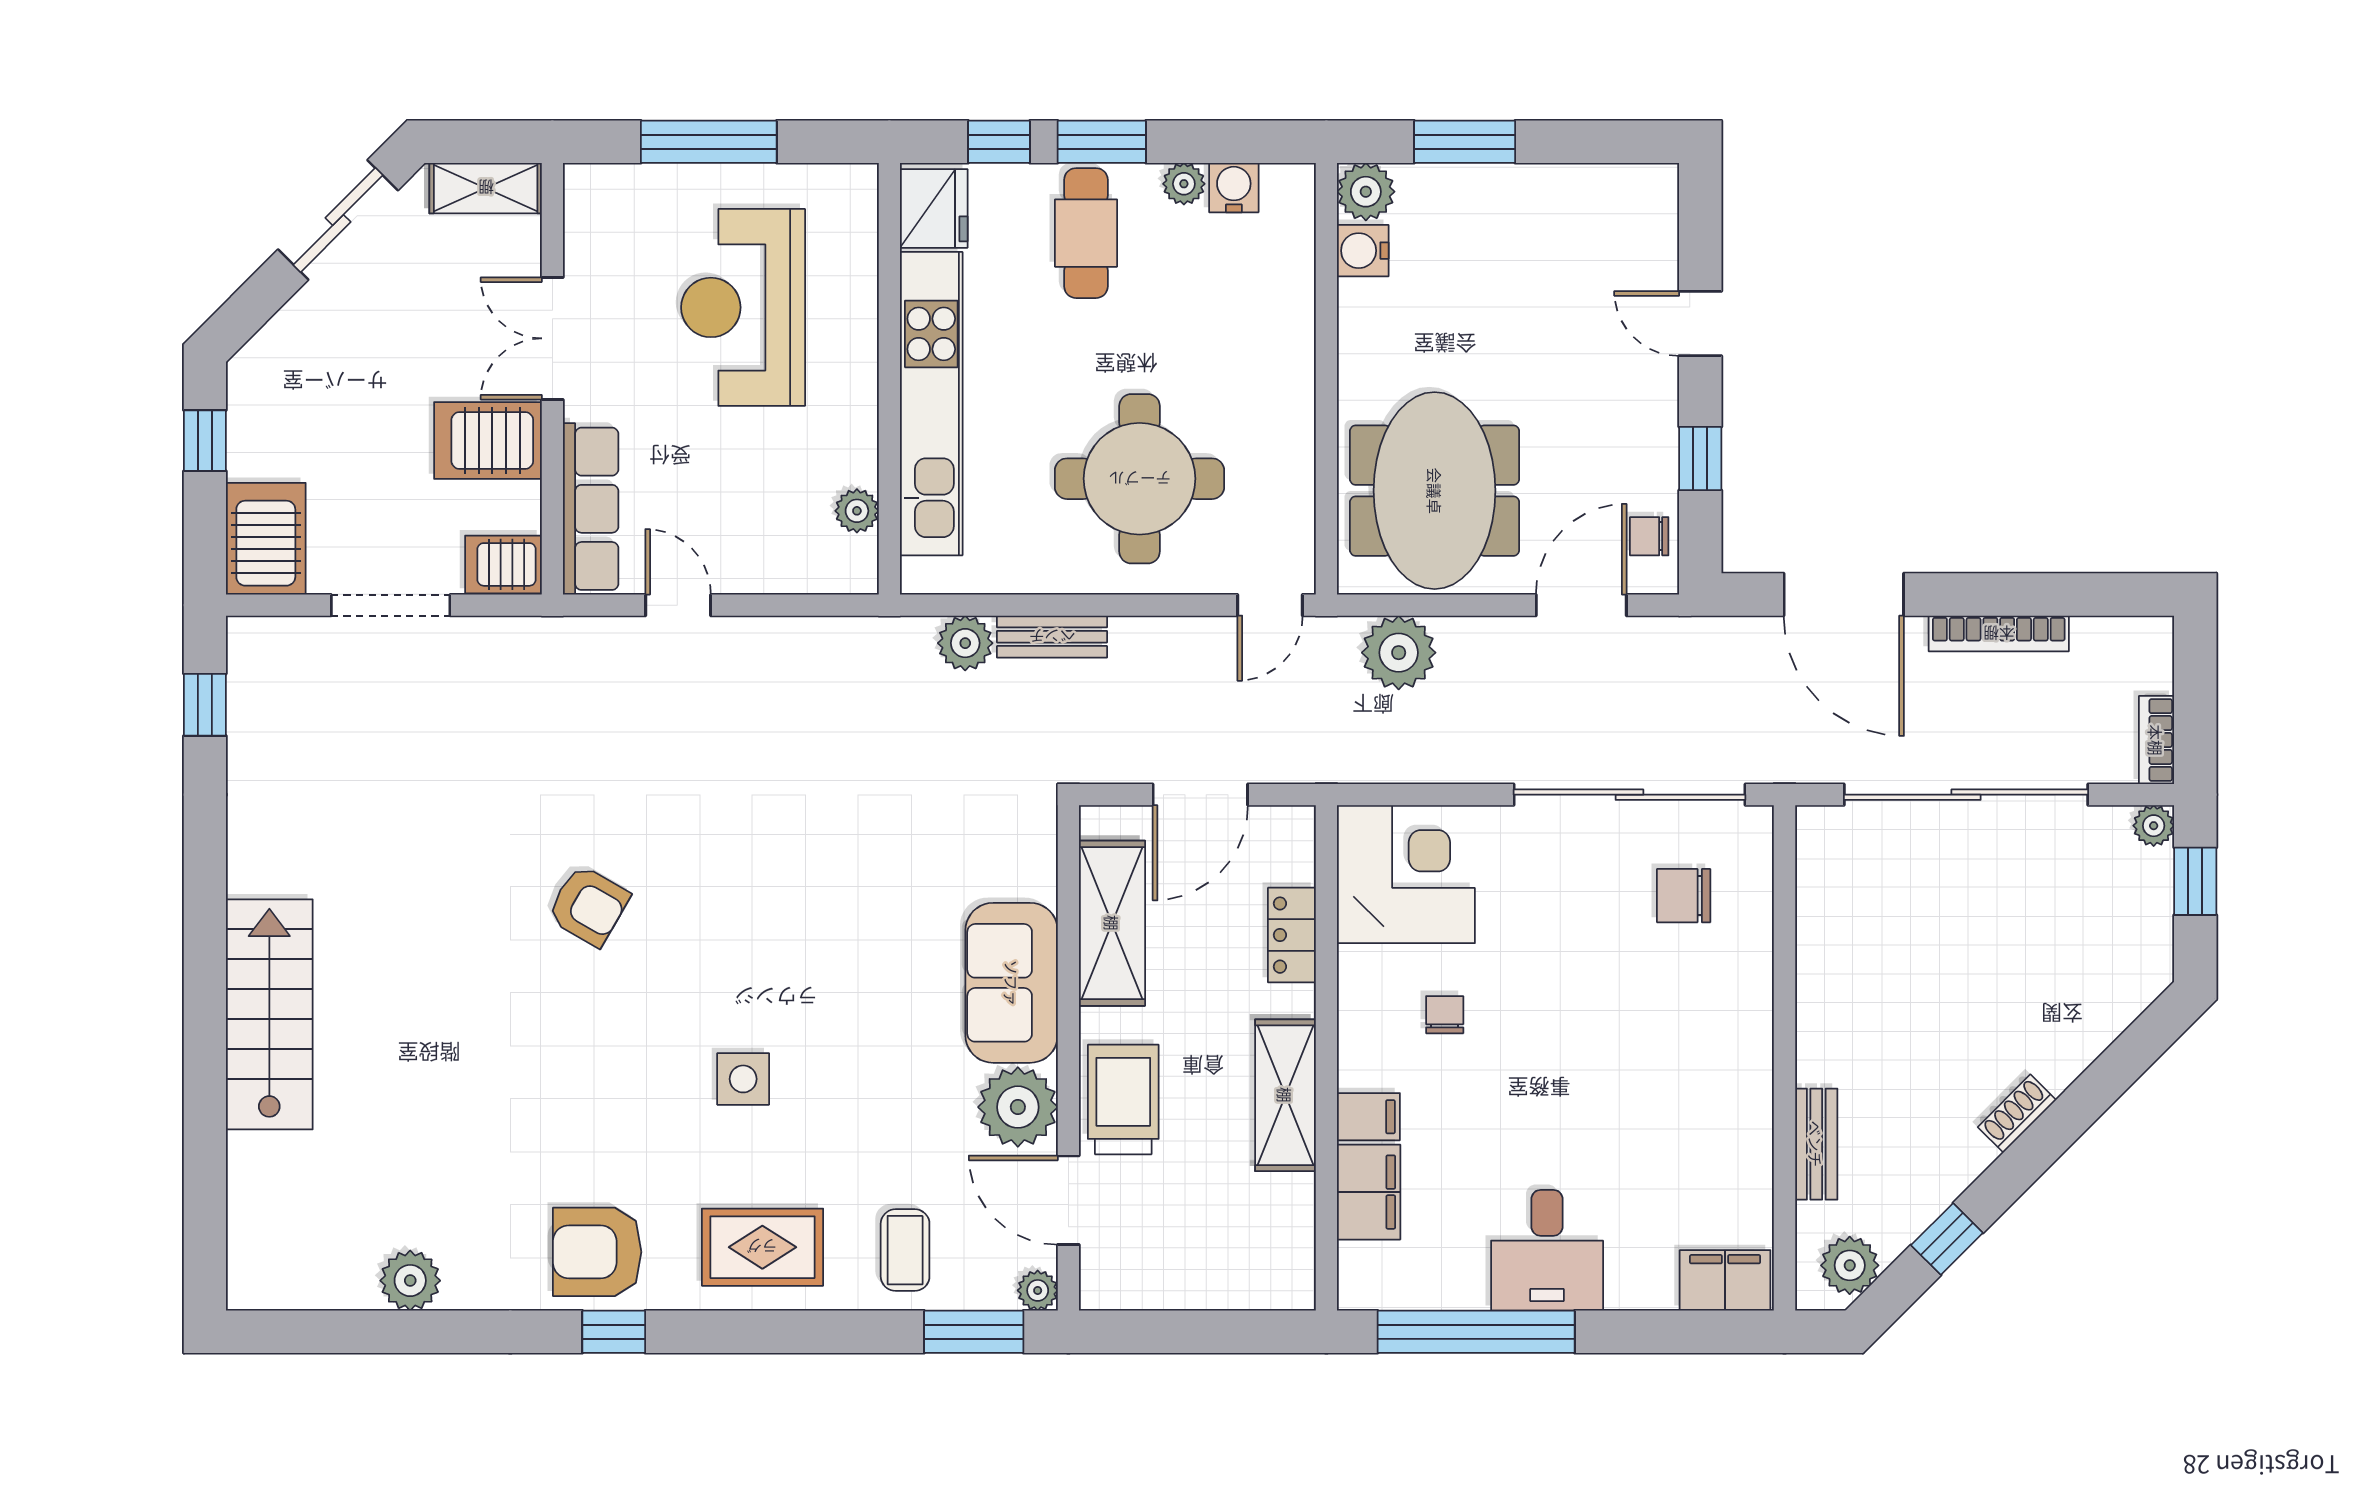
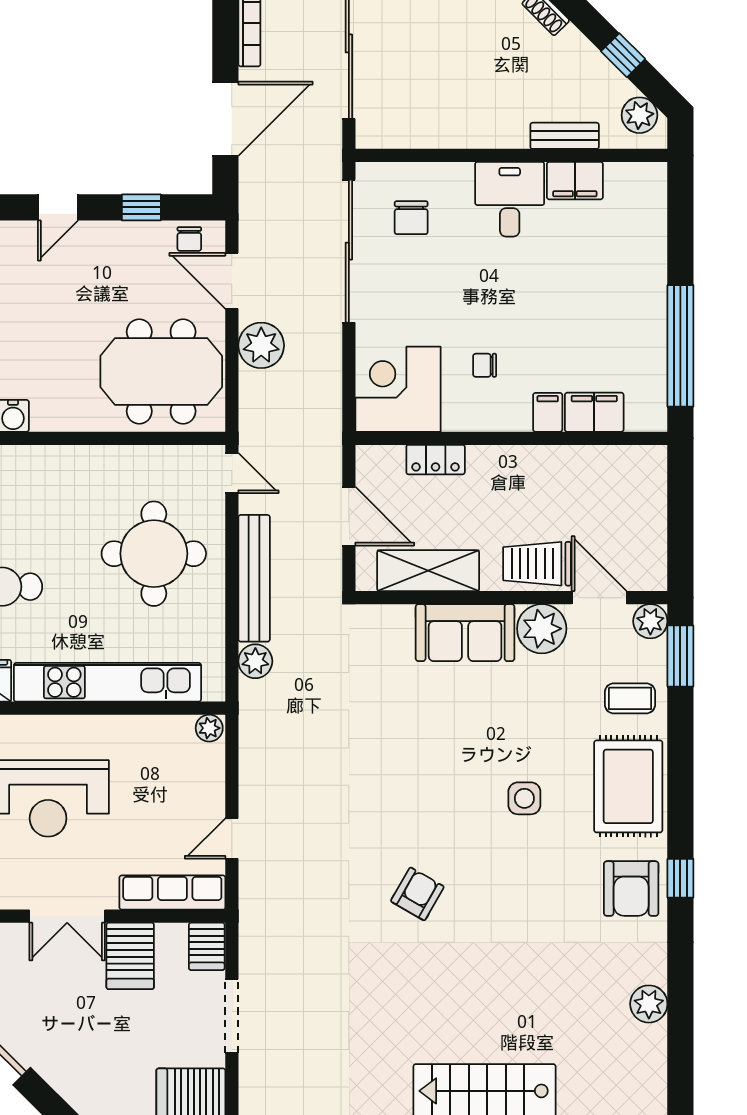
plant: (857, 511) -> (209, 728), moved
bench: (1052, 637) -> (254, 578), width x1.86, depth x1.21
plant: (1399, 653) -> (261, 345), moved
shelving: (1285, 1095) -> (534, 464), removed
door: (1068, 1200) -> (599, 598), swing flipped
rug: (762, 1247) -> (628, 786), width x1.36, depth x1.43
desk: (1547, 1250) -> (510, 199), moved, turned -90
filing cabinet: (1725, 1280) -> (575, 181), moved, turned -90
plant: (1038, 1290) -> (650, 621), width x1.38, depth x1.38

